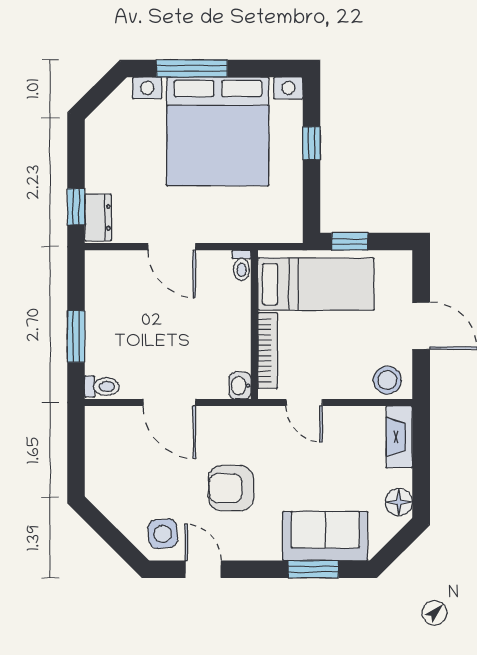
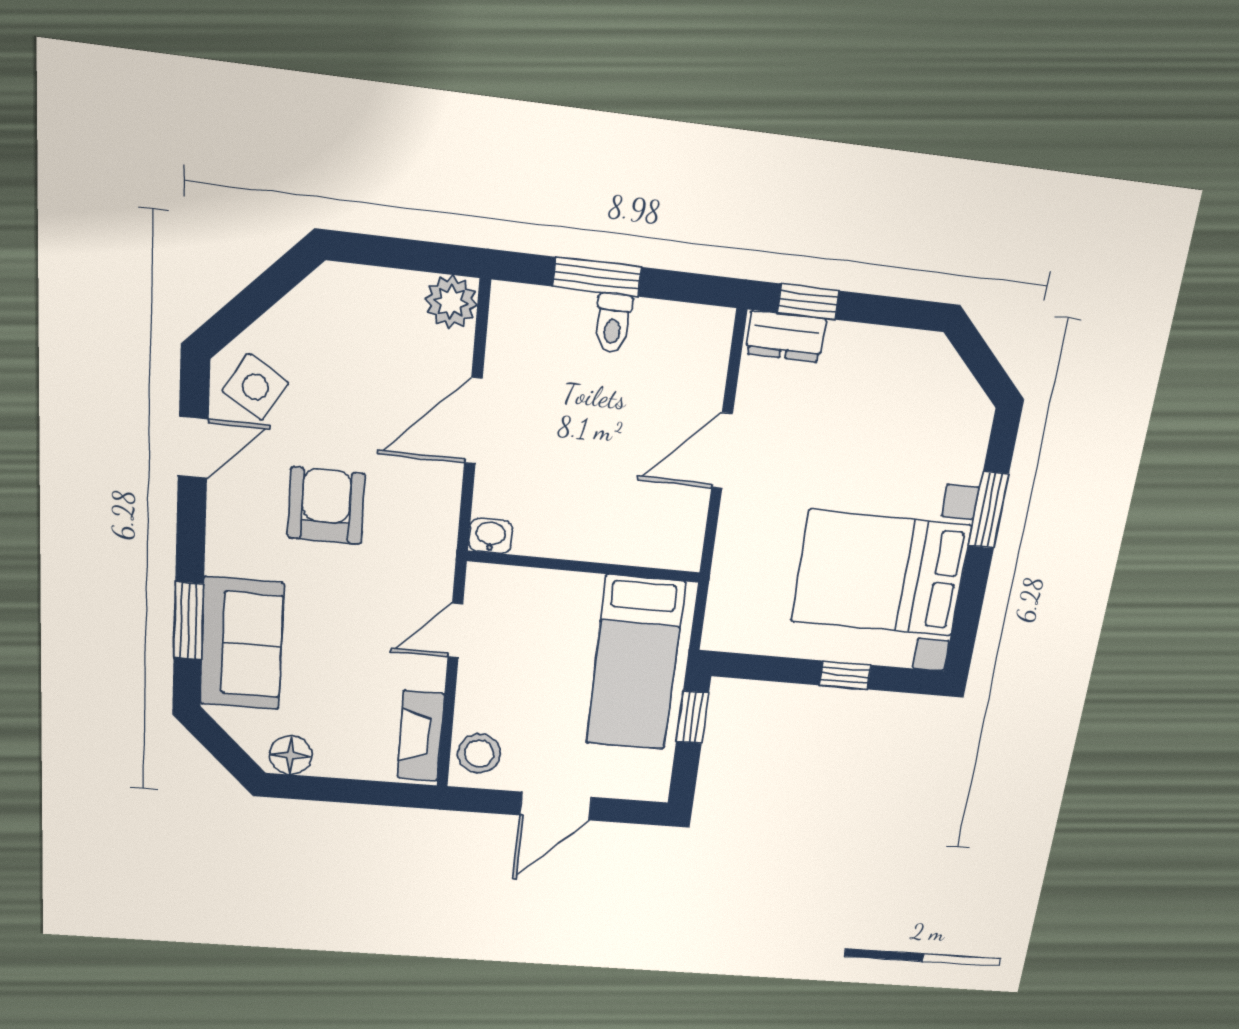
window: (192, 68) -> (989, 510), width x0.69
bed with nightstands: (218, 131) -> (881, 573), width x0.73
toilet: (242, 265) -> (678, 556), removed
bookcase: (268, 350) -> (542, 583), removed
toilet: (102, 386) -> (613, 323), moved
plant: (100, 422) -> (451, 302), added
fireplace: (399, 437) -> (421, 736), moved, turned -90
side table: (163, 534) -> (256, 387), turned 37

